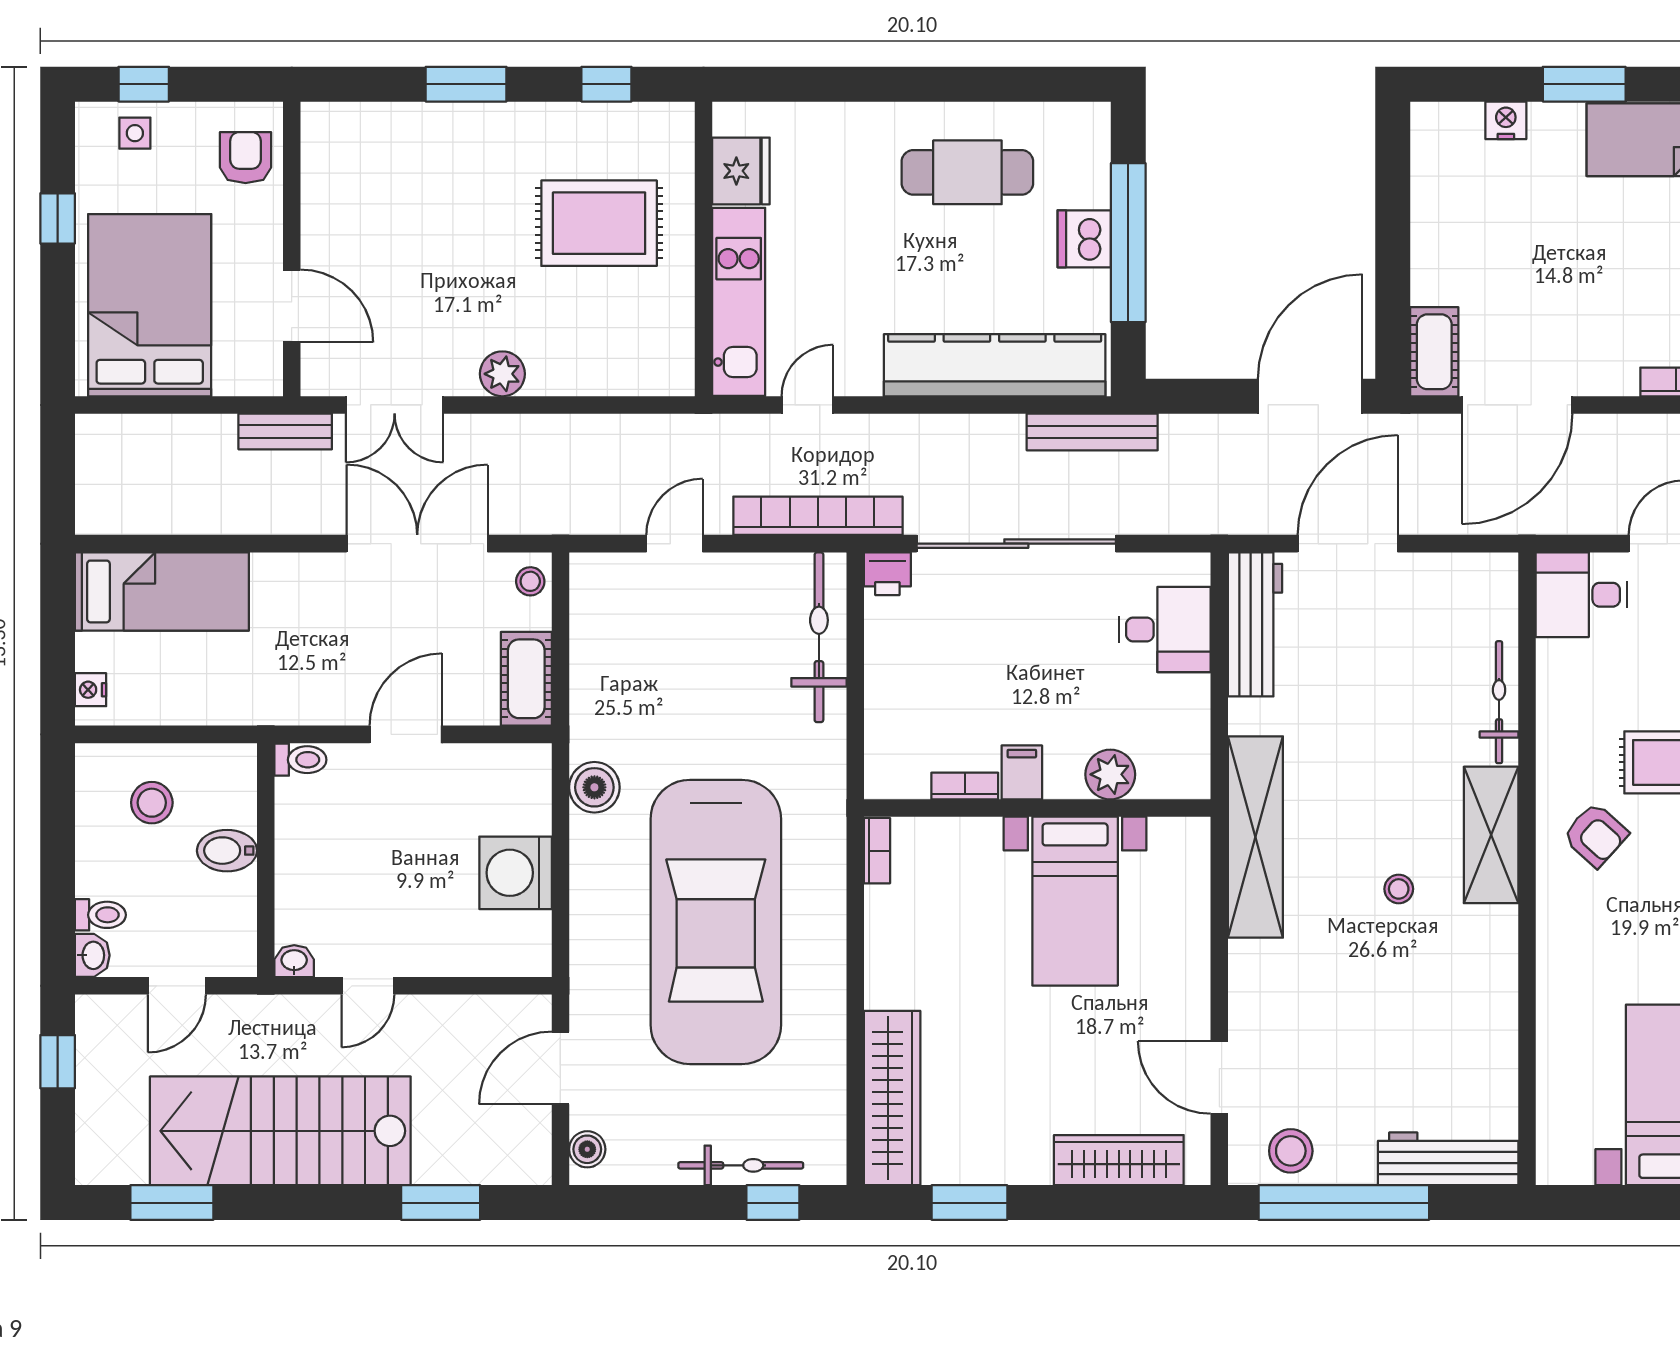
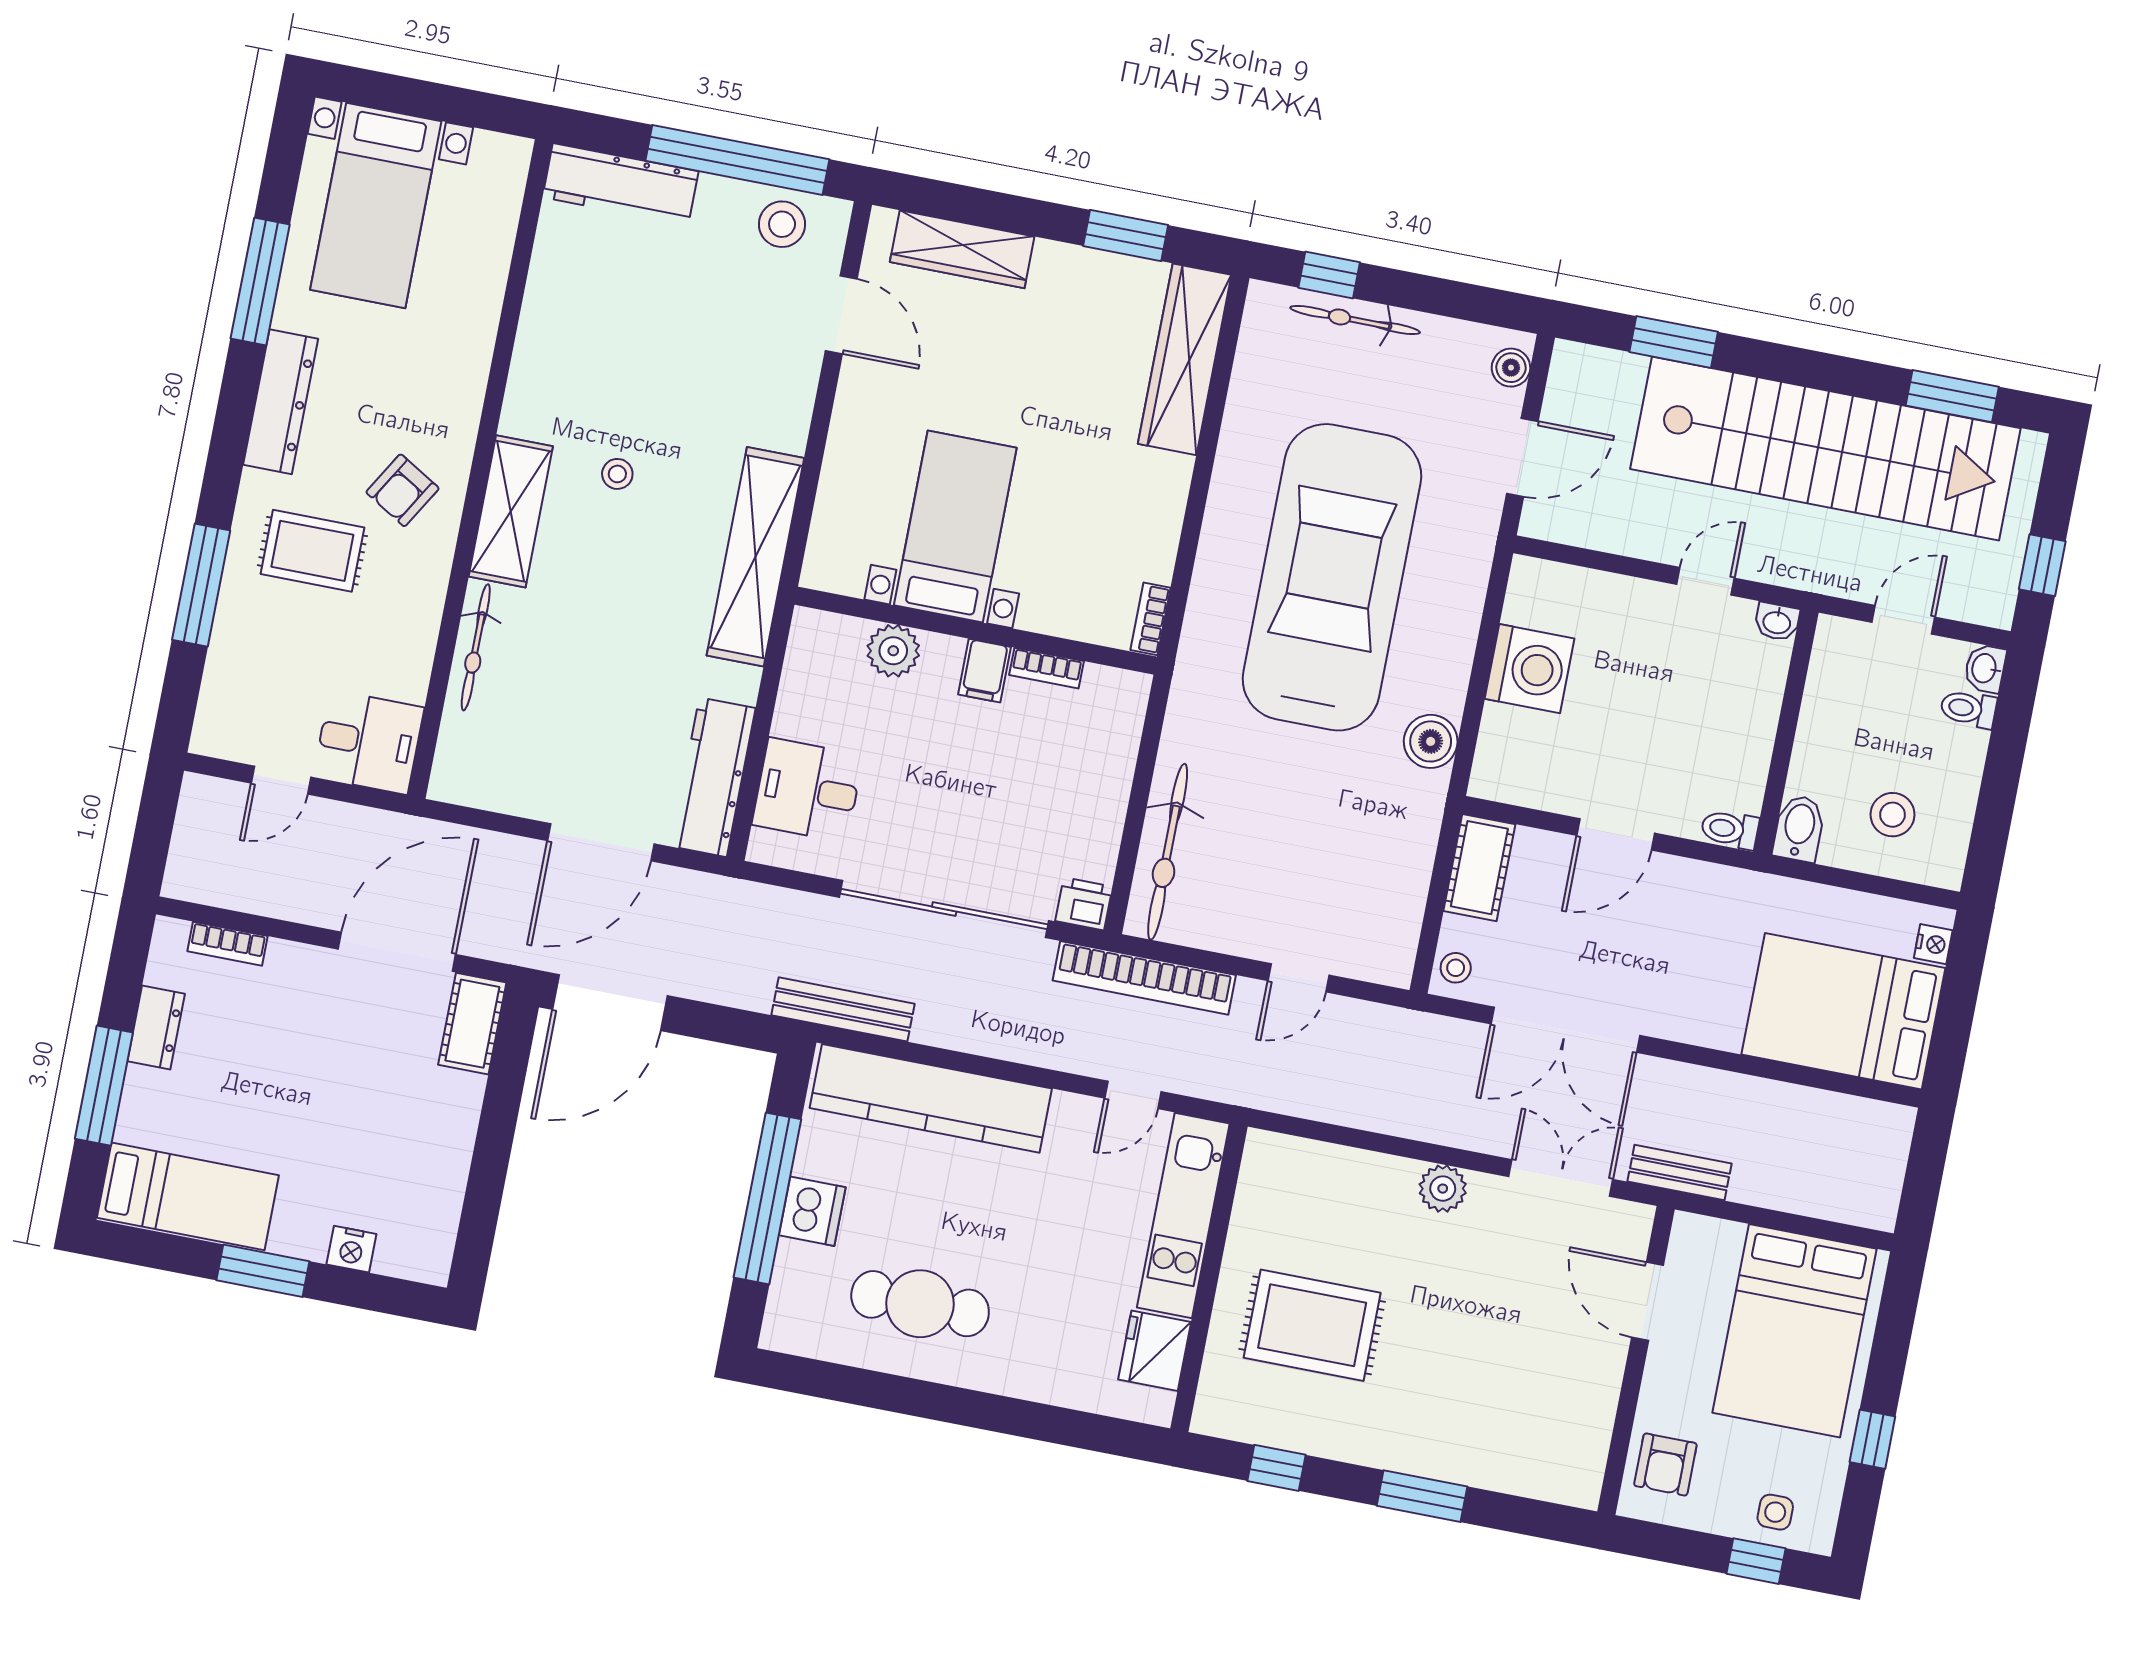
bed: (162, 591) -> (1843, 1011), width x1.50
armchair: (1595, 835) -> (402, 490), turned -101
bidet: (227, 851) -> (1799, 828), moved, turned -90
stairs: (280, 1131) -> (1825, 449), width x1.36

